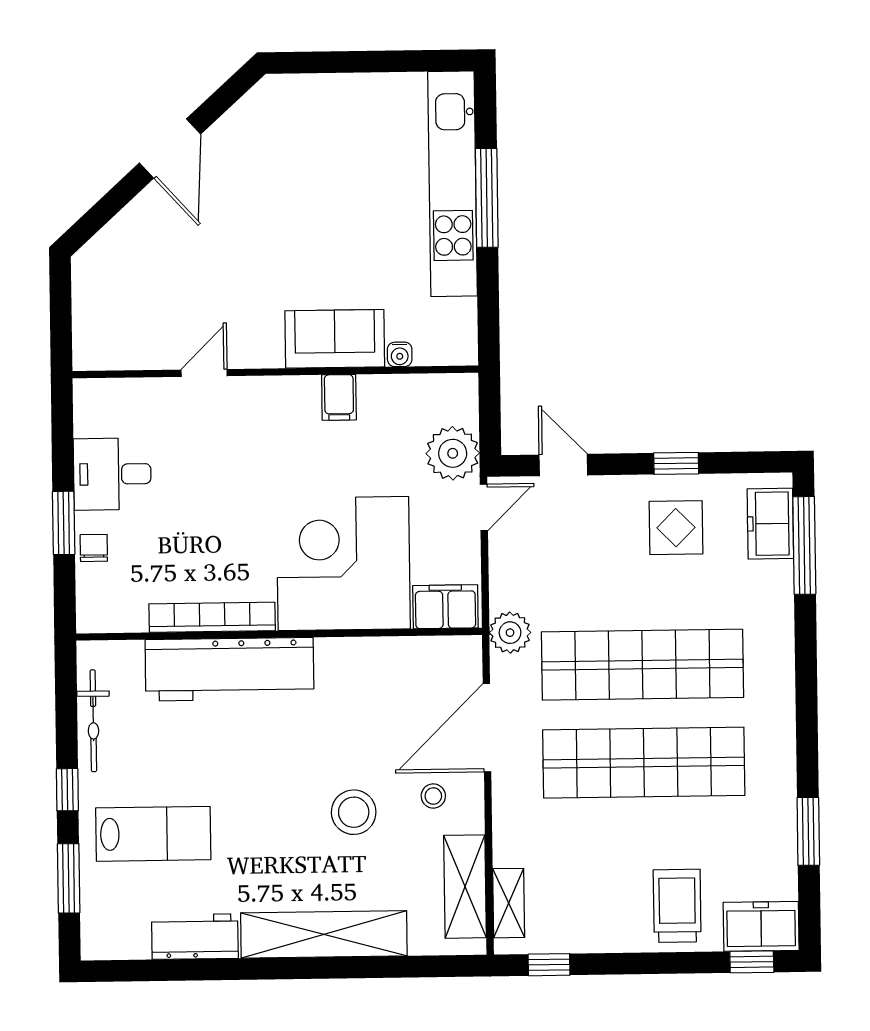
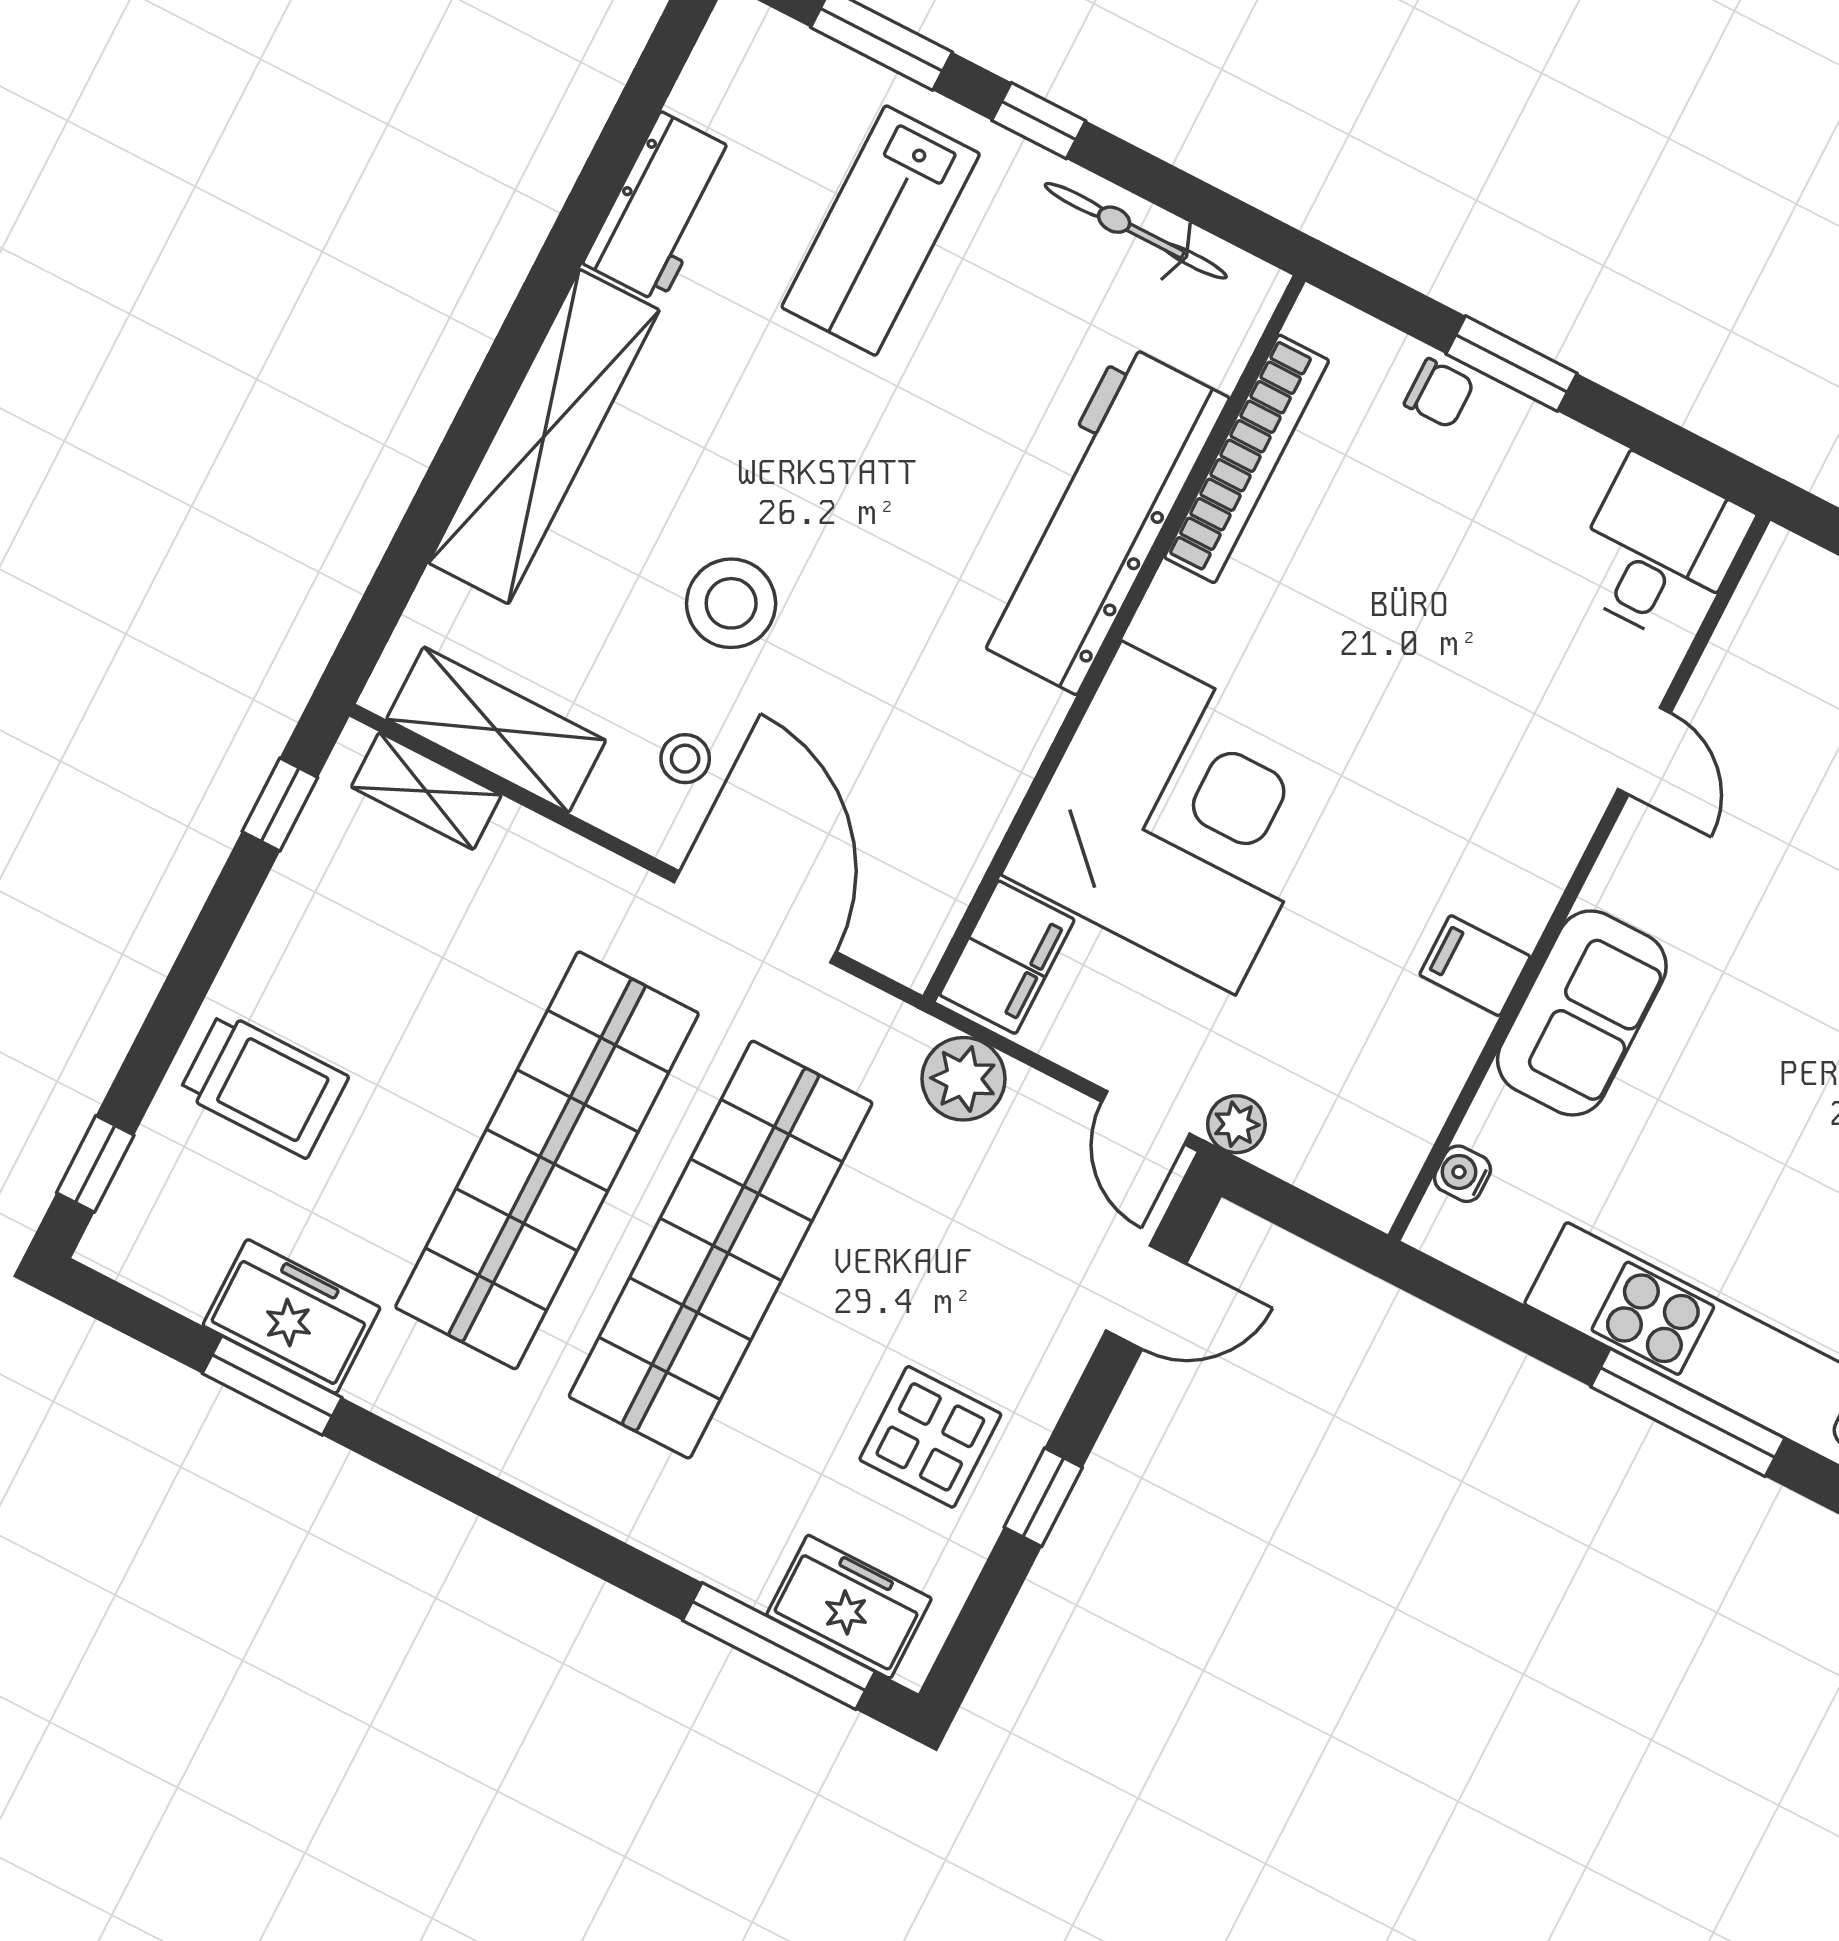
water cooler: (400, 354) -> (1462, 1174), moved
plant: (453, 453) -> (1236, 1124), width x0.53, depth x0.53
desk: (112, 474) -> (1659, 550), moved
bookcase: (212, 617) -> (1247, 459), moved
plant: (510, 633) -> (964, 1079), moved
freezer: (761, 926) -> (292, 1316), moved, turned -90

